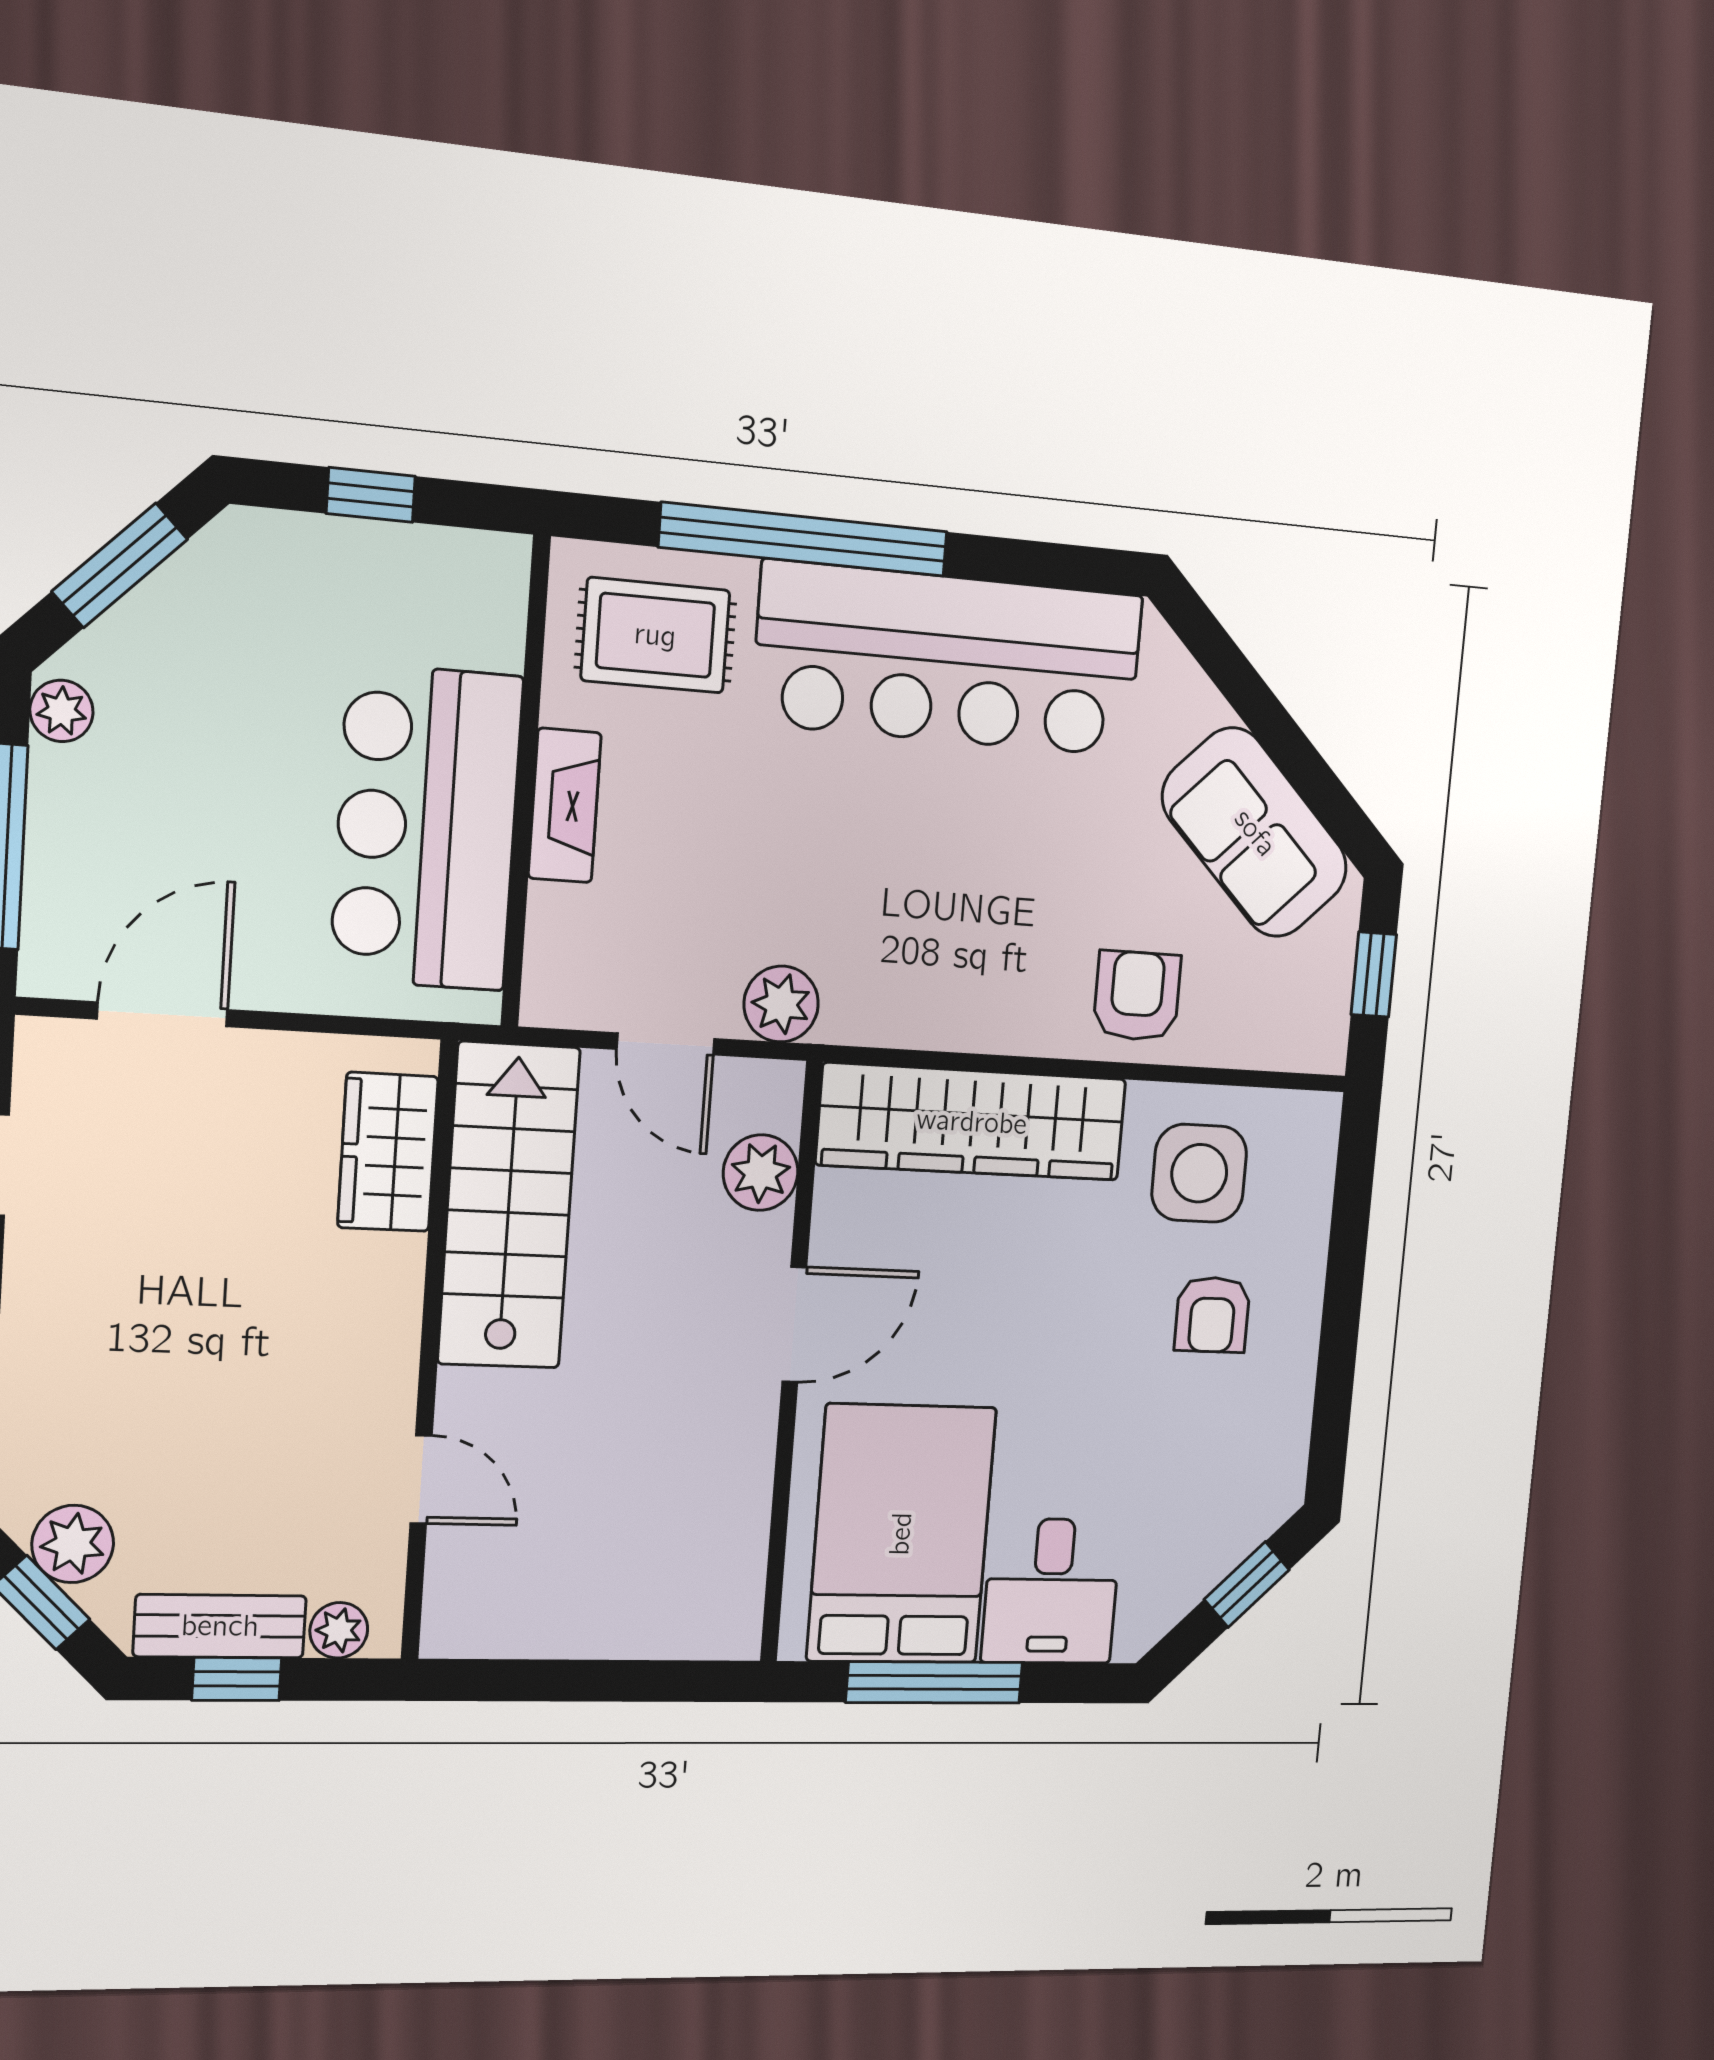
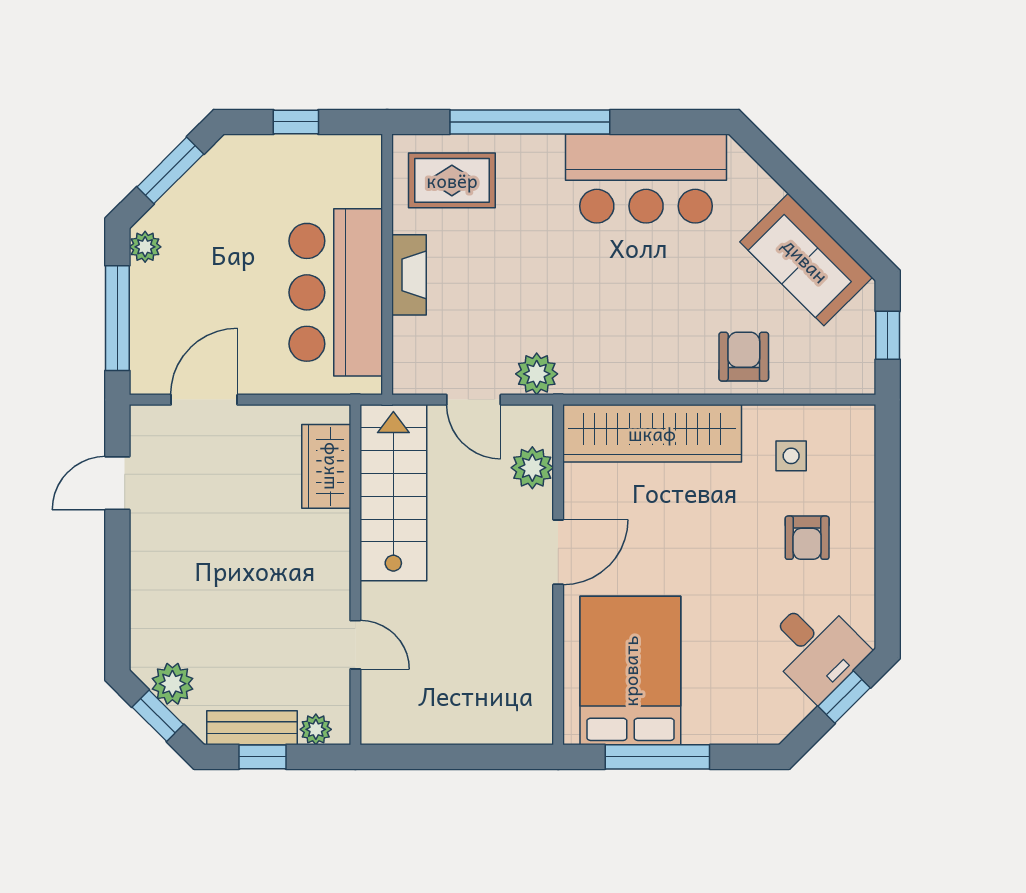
bar counter: (949, 659) -> (646, 178), width x0.73
side table: (1199, 1173) -> (791, 456), width x0.54, depth x0.54
desk: (1051, 1591) -> (816, 648), moved, turned -45

